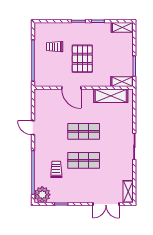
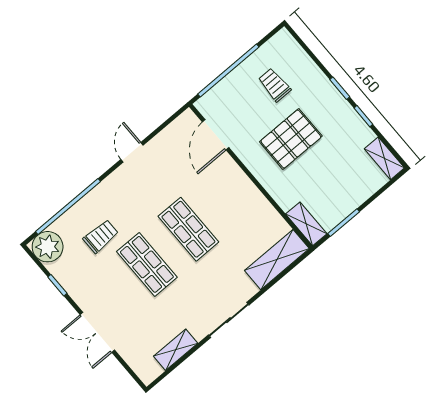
door: (71, 88) -> (216, 135), moved
shelving: (111, 96) -> (277, 260), moved, turned 90
shelving: (128, 192) -> (176, 350), moved
double door: (106, 204) -> (97, 332), moved

